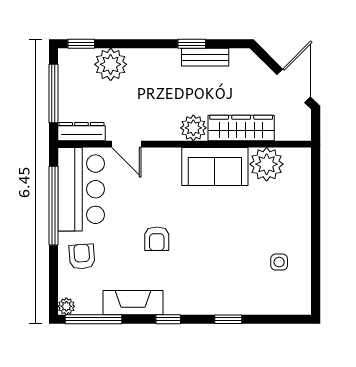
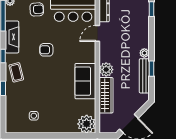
bench: (205, 57) -> (144, 76), width x1.36
plant: (111, 64) -> (144, 53), moved, width x0.53, depth x0.53
plant: (267, 164) -> (87, 124), moved
coffee table: (199, 295) -> (16, 72), added

